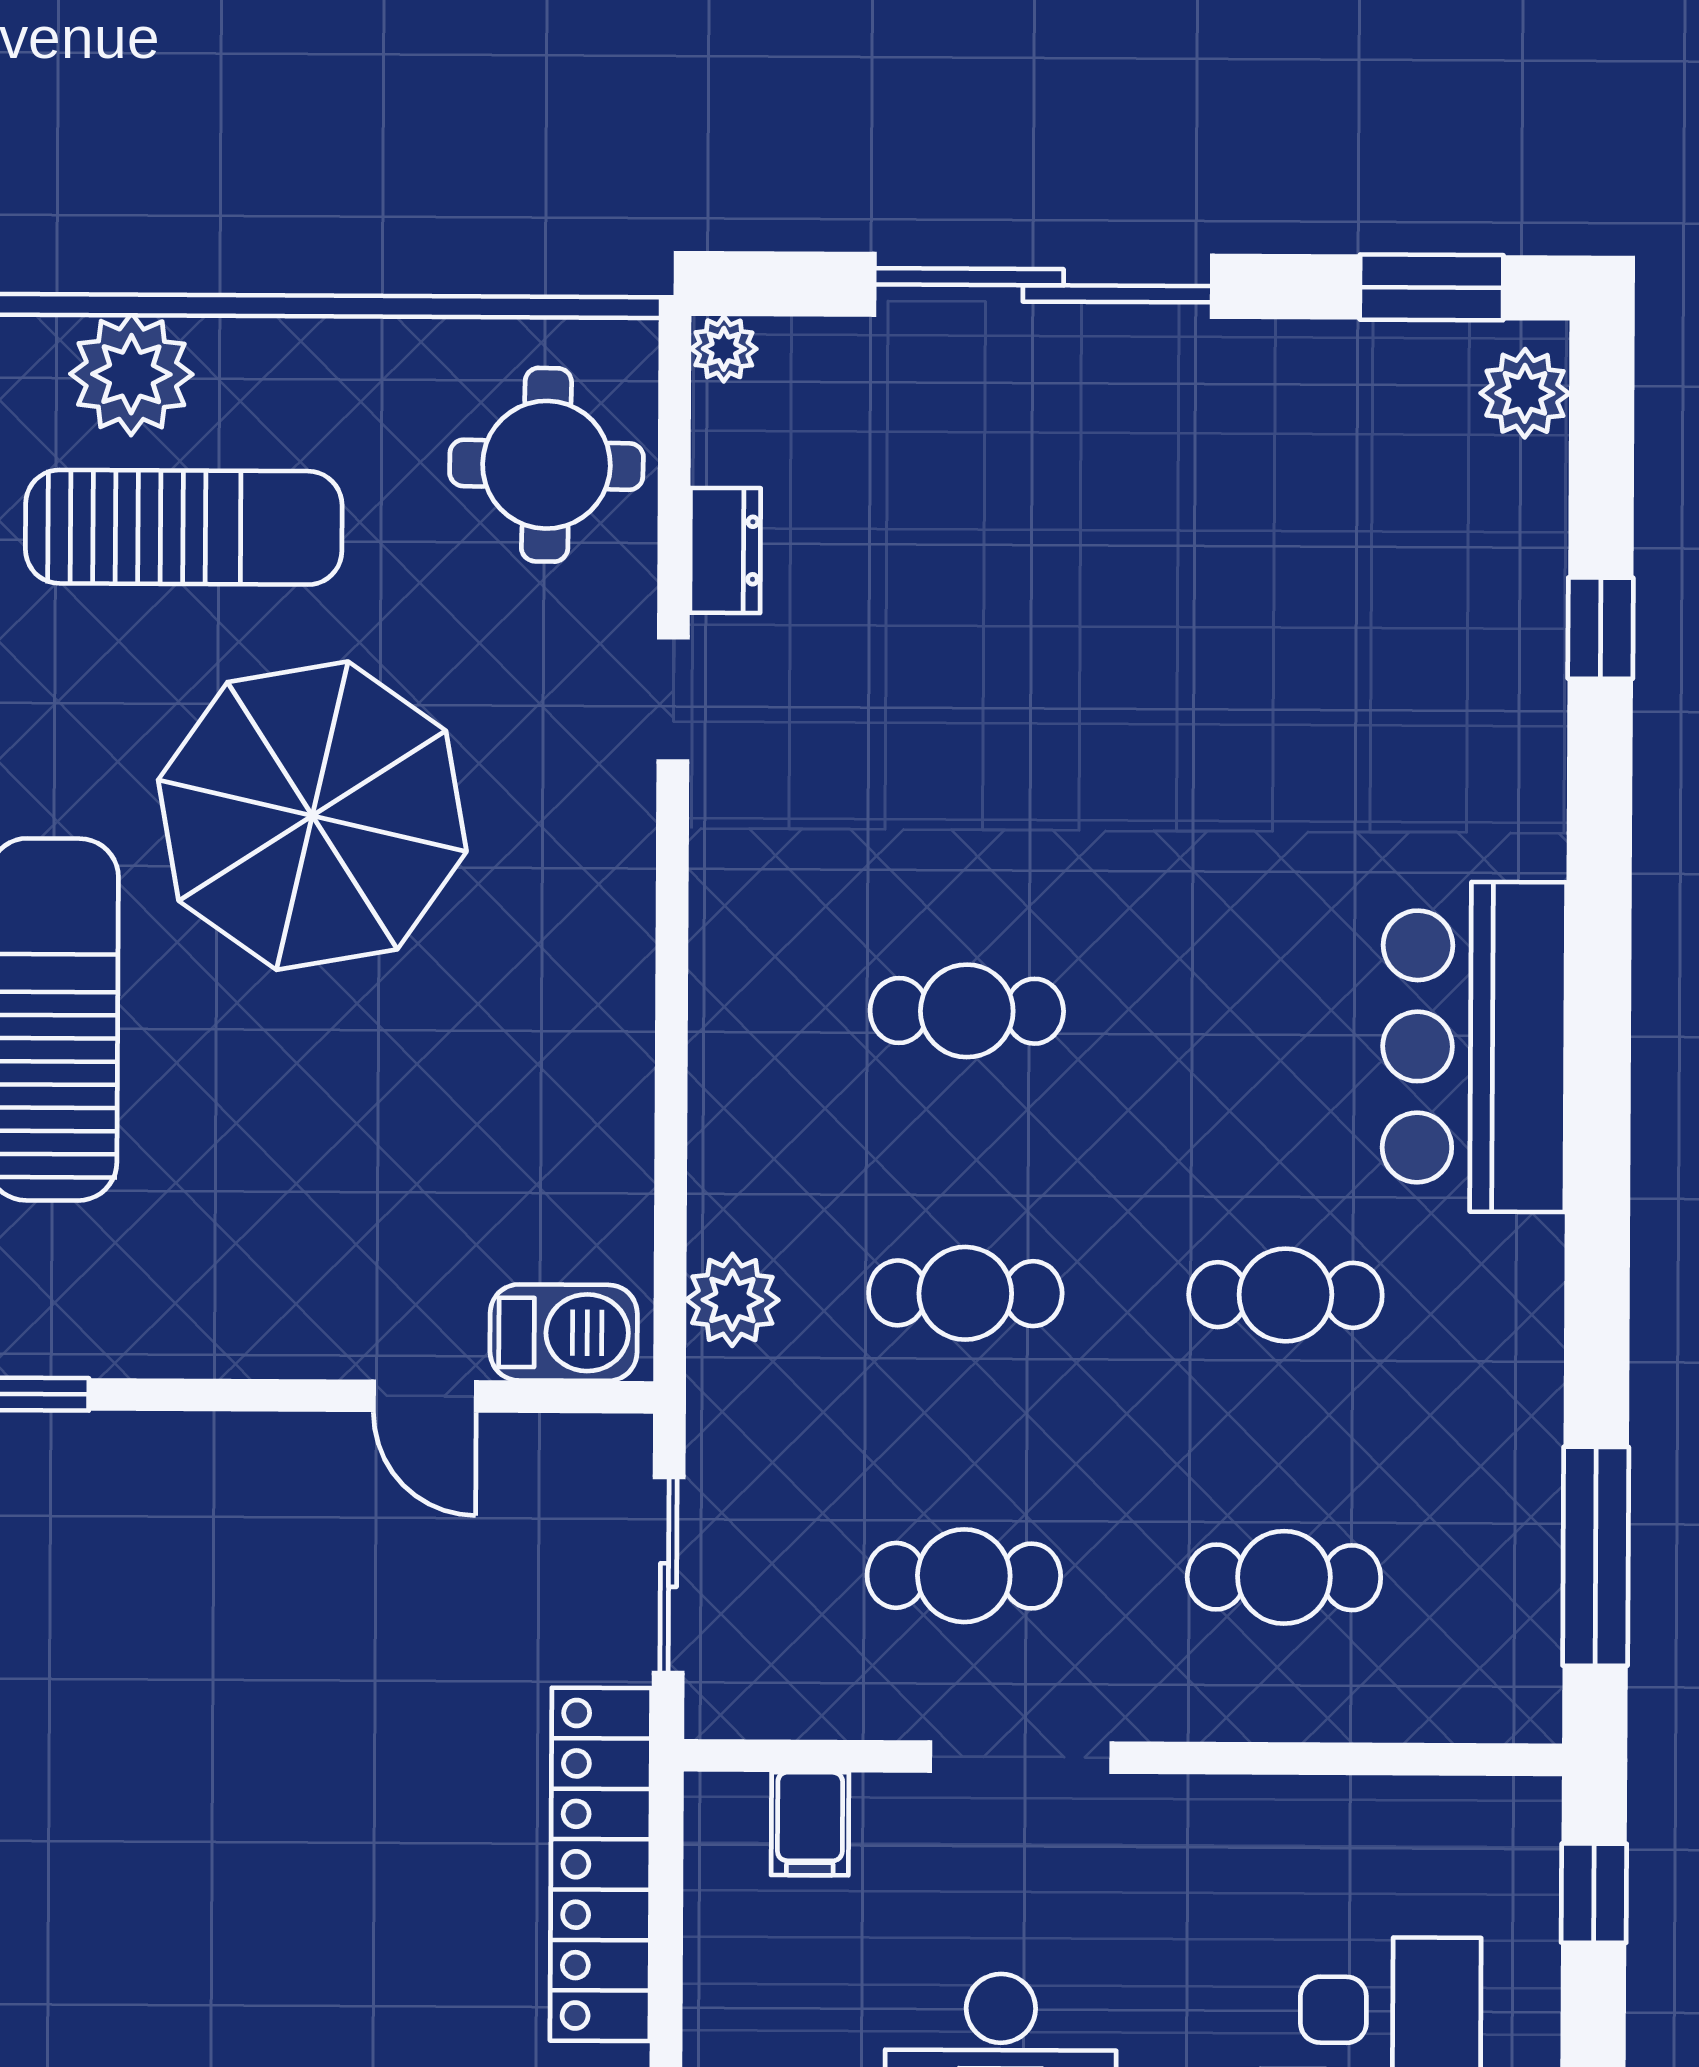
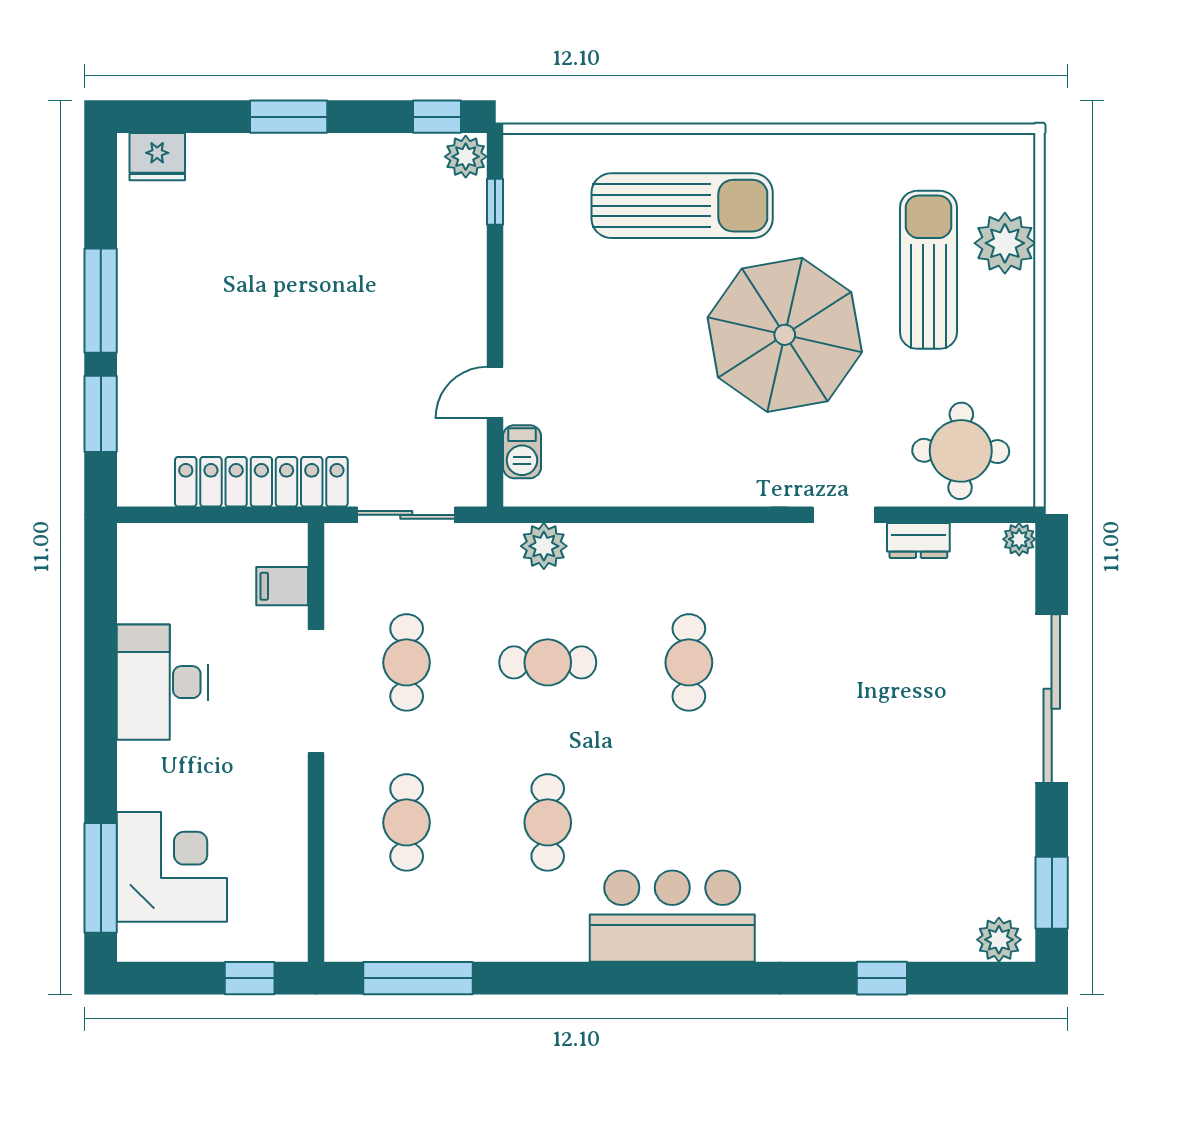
sun lounger: (184, 527) -> (929, 270), turned 180
cafe table: (965, 1293) -> (548, 662), turned 90
barbecue: (564, 1333) -> (522, 452), width x0.73, depth x0.79
doorway: (1021, 1757) -> (316, 691), width x1.36

